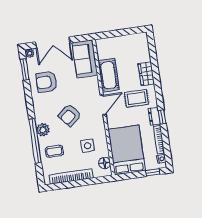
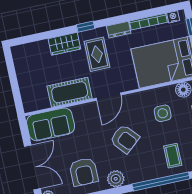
door: (103, 105) -> (109, 97), swing flipped
window: (162, 117) -> (86, 27), moved
plant: (43, 130) -> (116, 179), moved

